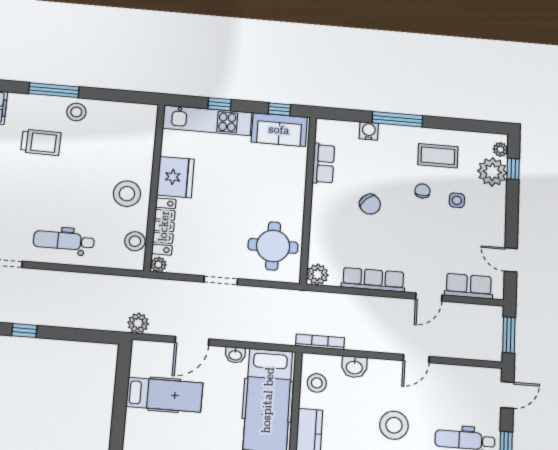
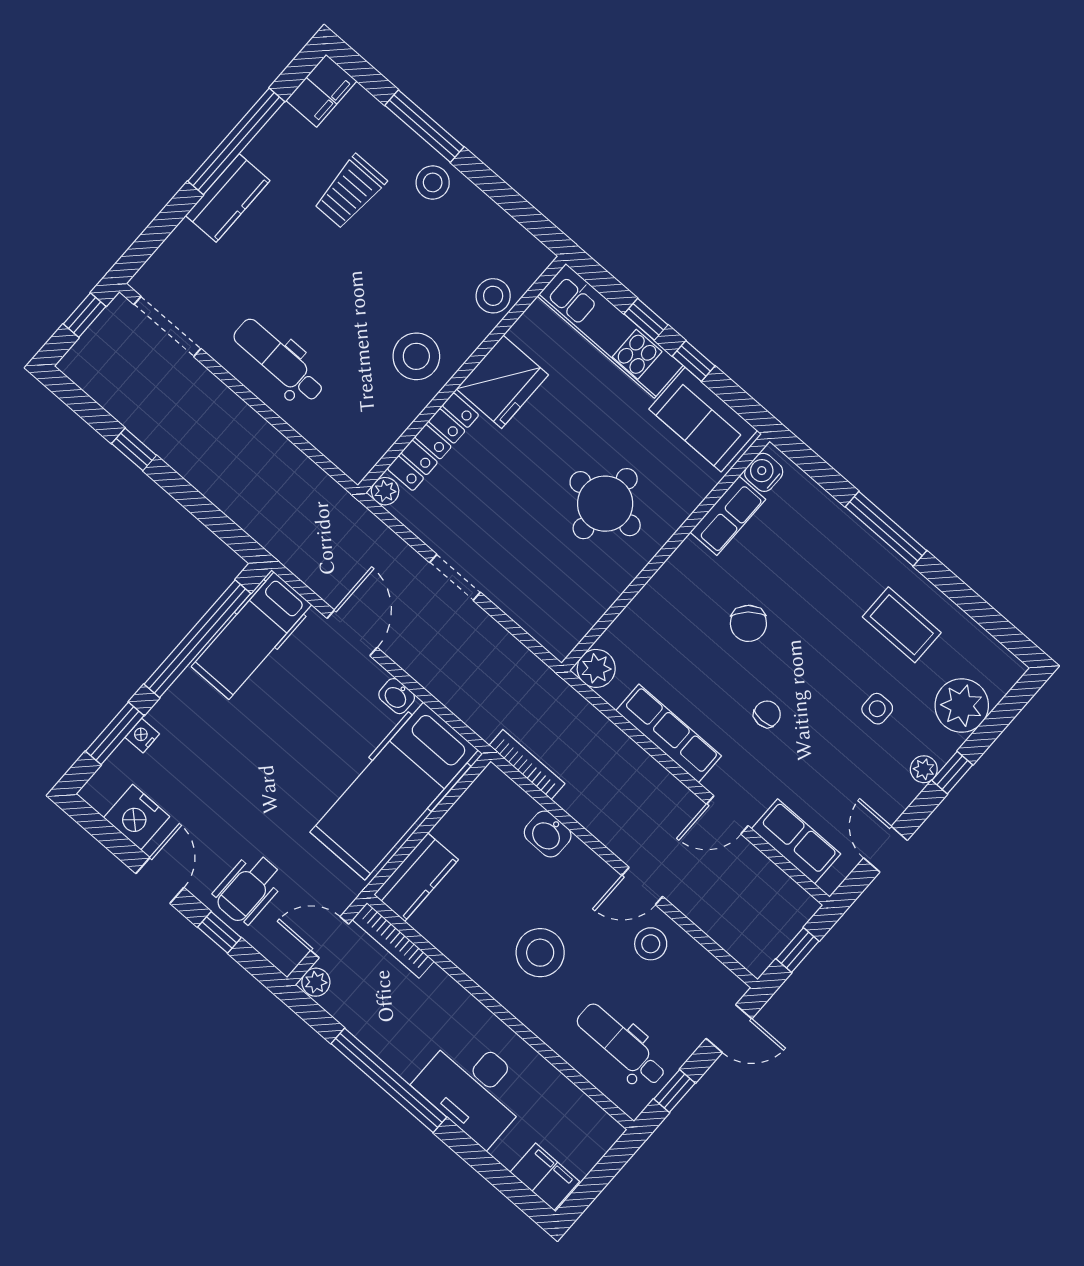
window: (279, 109) -> (694, 361), moved
water cooler: (369, 131) -> (764, 472), moved, turned -90
trolley: (41, 142) -> (350, 192), turned 89
plant: (500, 149) -> (924, 769), moved
window: (513, 169) -> (952, 773), moved
chair: (422, 191) -> (767, 714), moved
stool: (135, 241) -> (493, 296), moved
round table: (273, 246) -> (605, 504), moved
plant: (138, 323) -> (296, 554), removed
window: (509, 335) -> (798, 950), width x0.67
door: (192, 341) -> (352, 633), swing flipped
stool: (317, 383) -> (651, 944), moved
hospital bed: (164, 395) -> (252, 636), moved, turned 90
window: (120, 397) -> (197, 639), added

